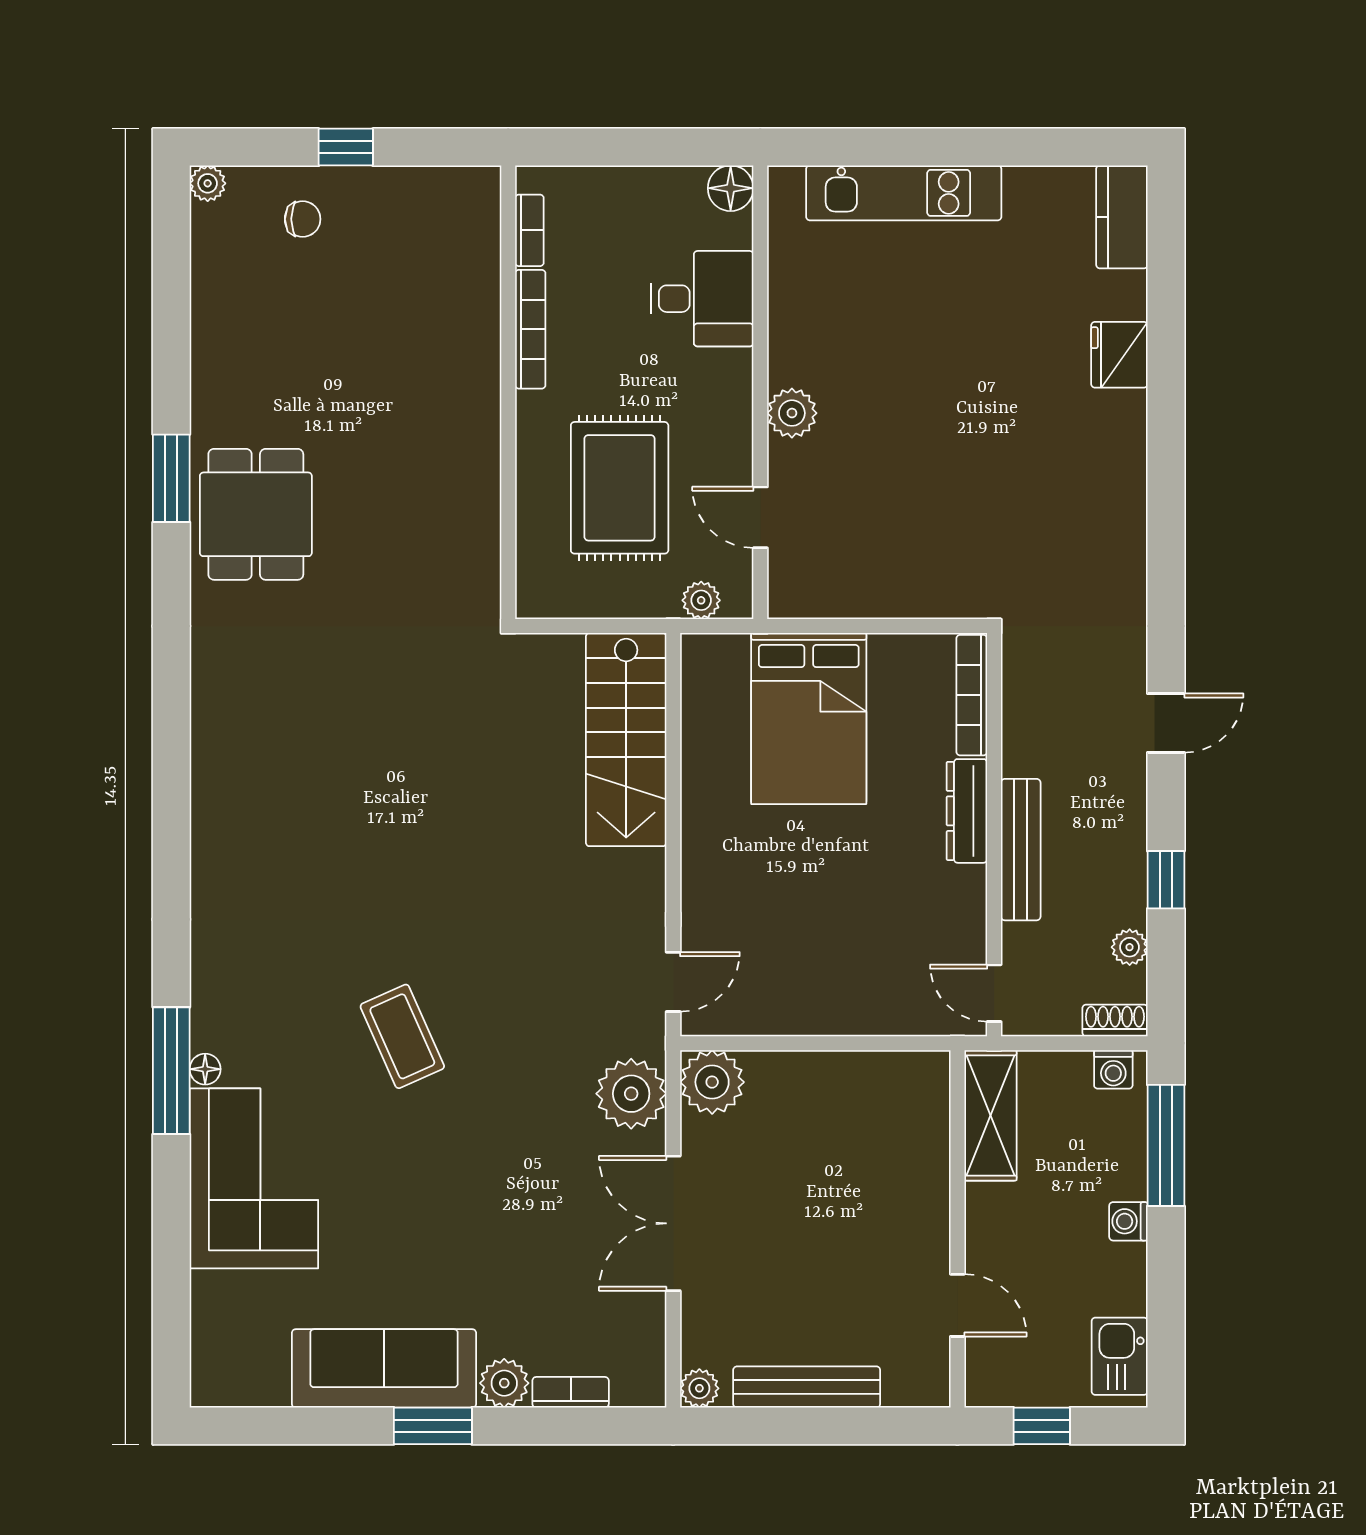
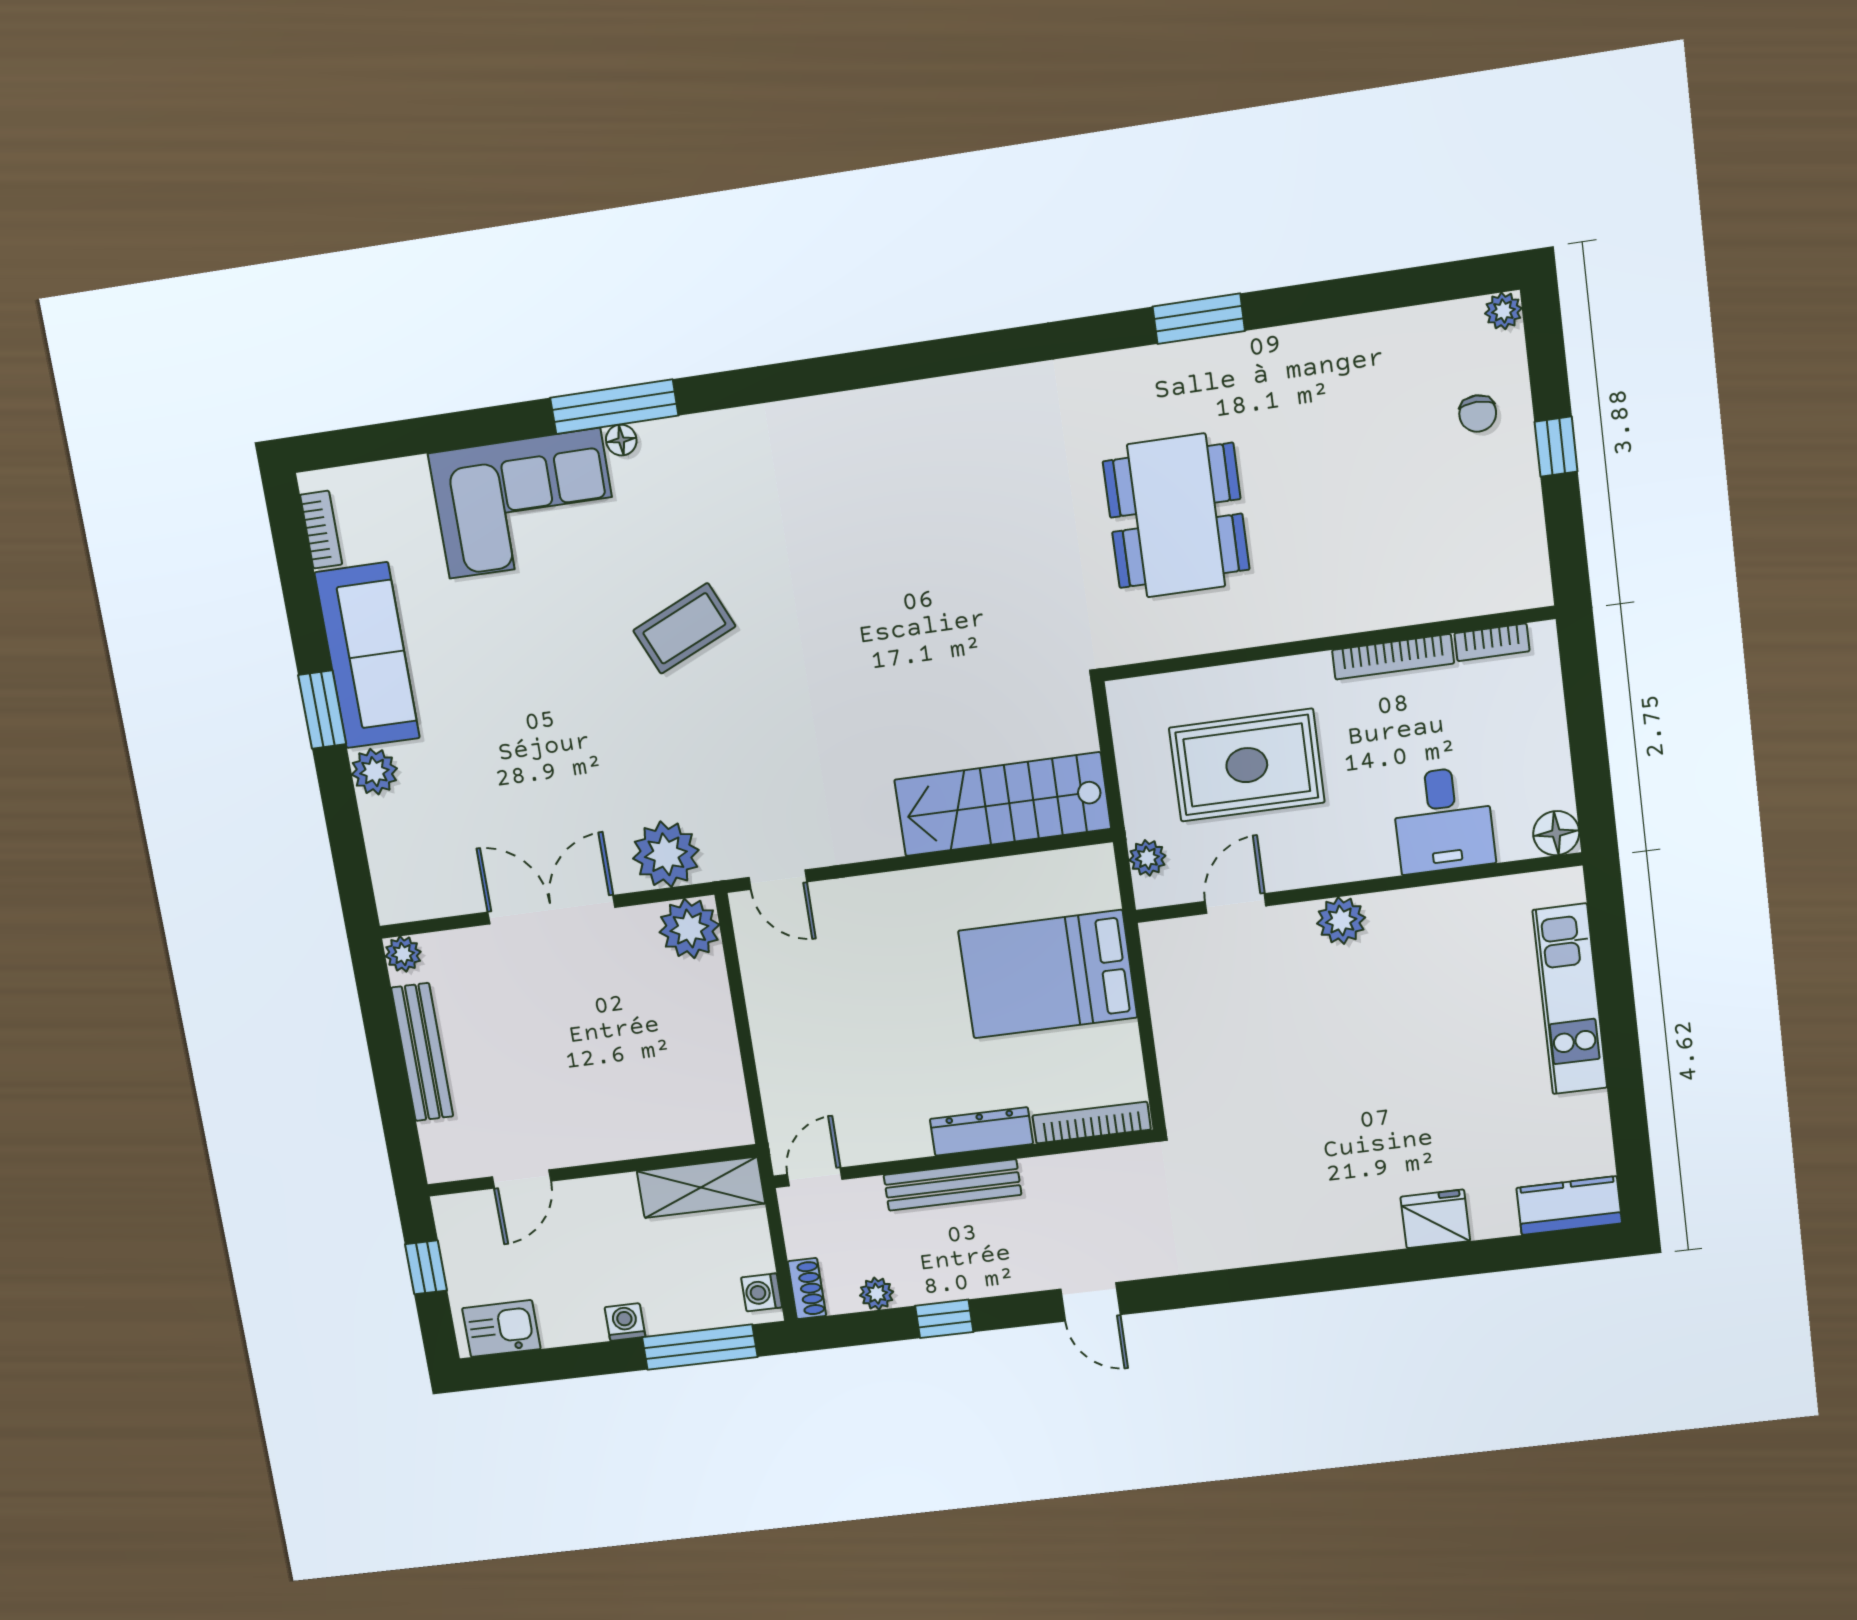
dining table: (256, 514) -> (1176, 516), moved, width x1.38
bookcase: (571, 1392) -> (321, 530), moved

